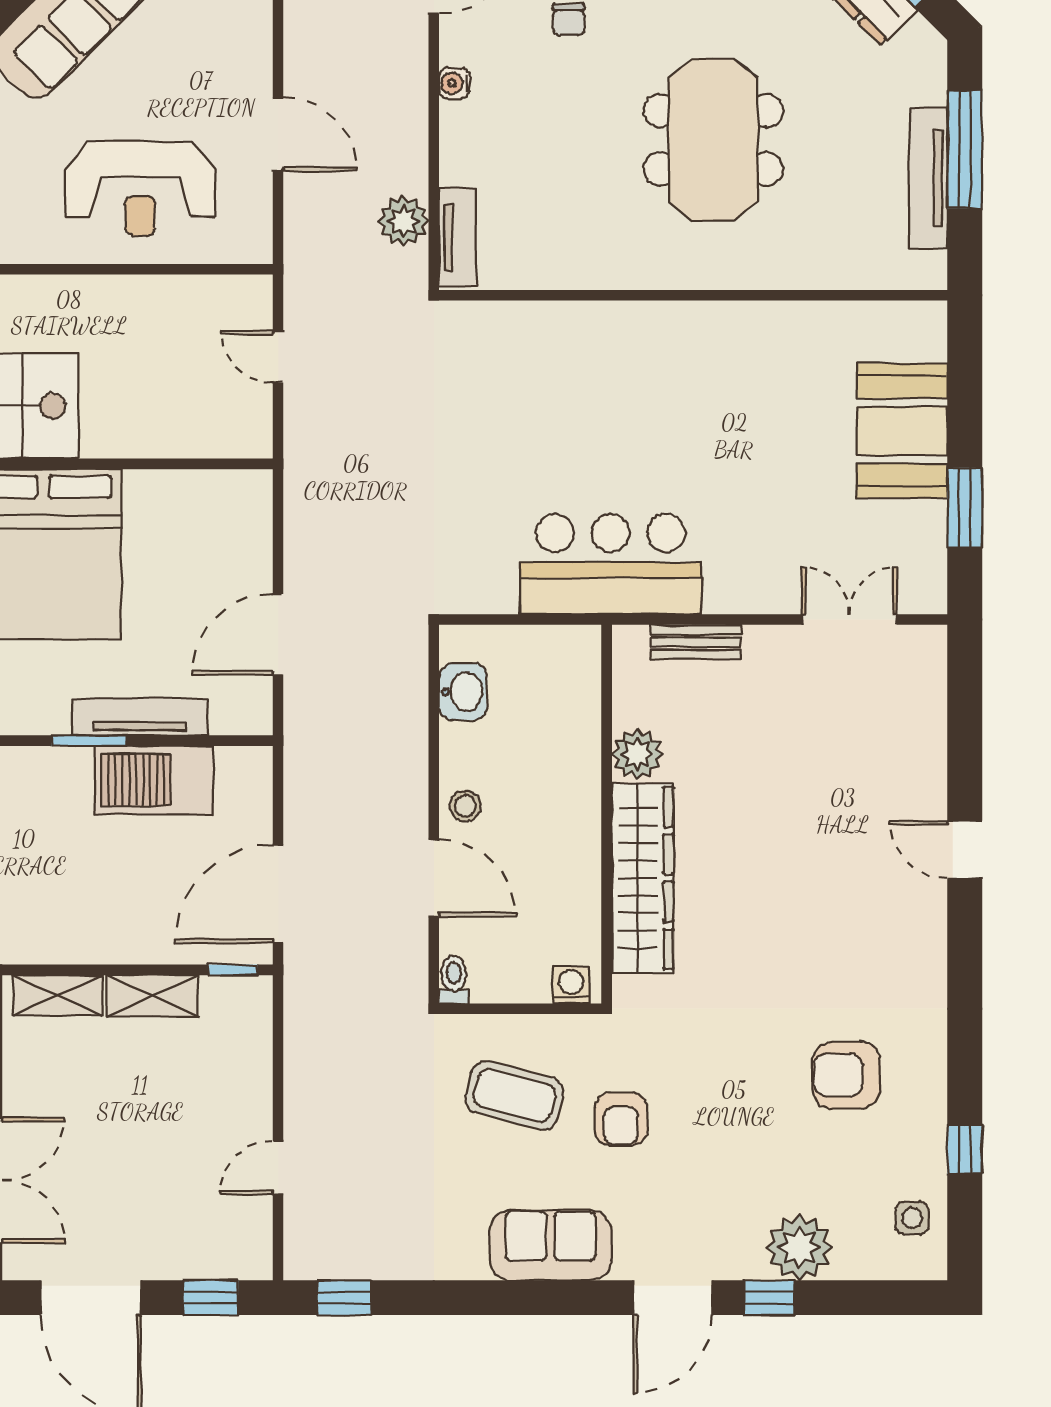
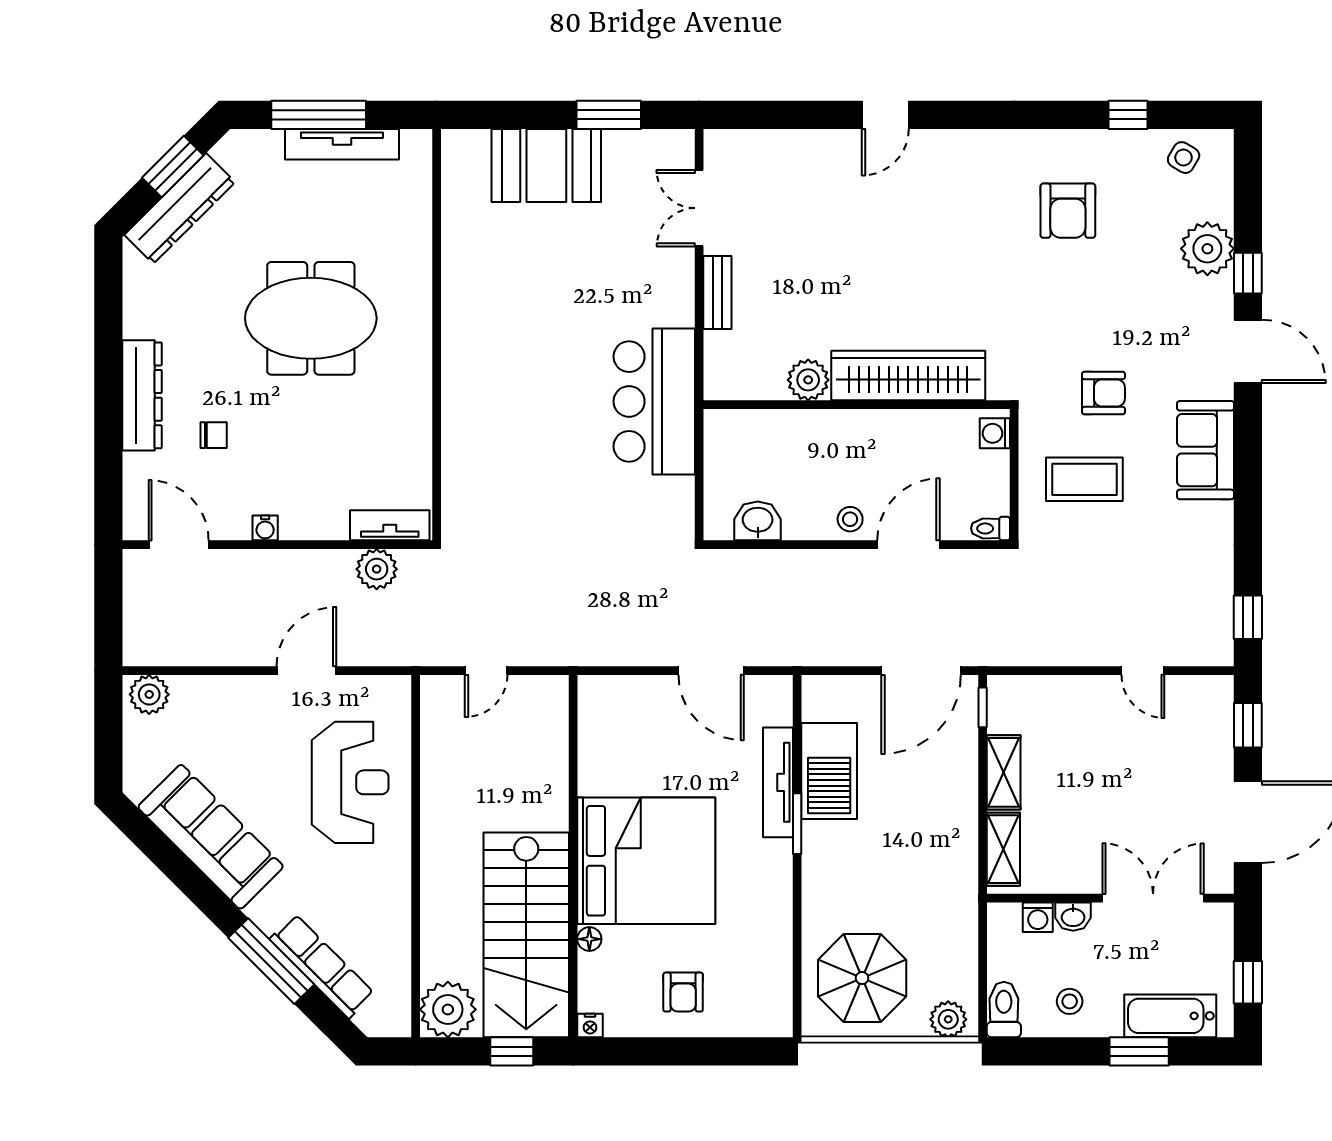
bench: (696, 642) -> (717, 292), moved
door: (278, 894) -> (921, 671), hinge flipped
coffee table: (514, 1096) -> (1084, 479), turned 75
side table: (912, 1218) -> (1184, 158), turned 31

